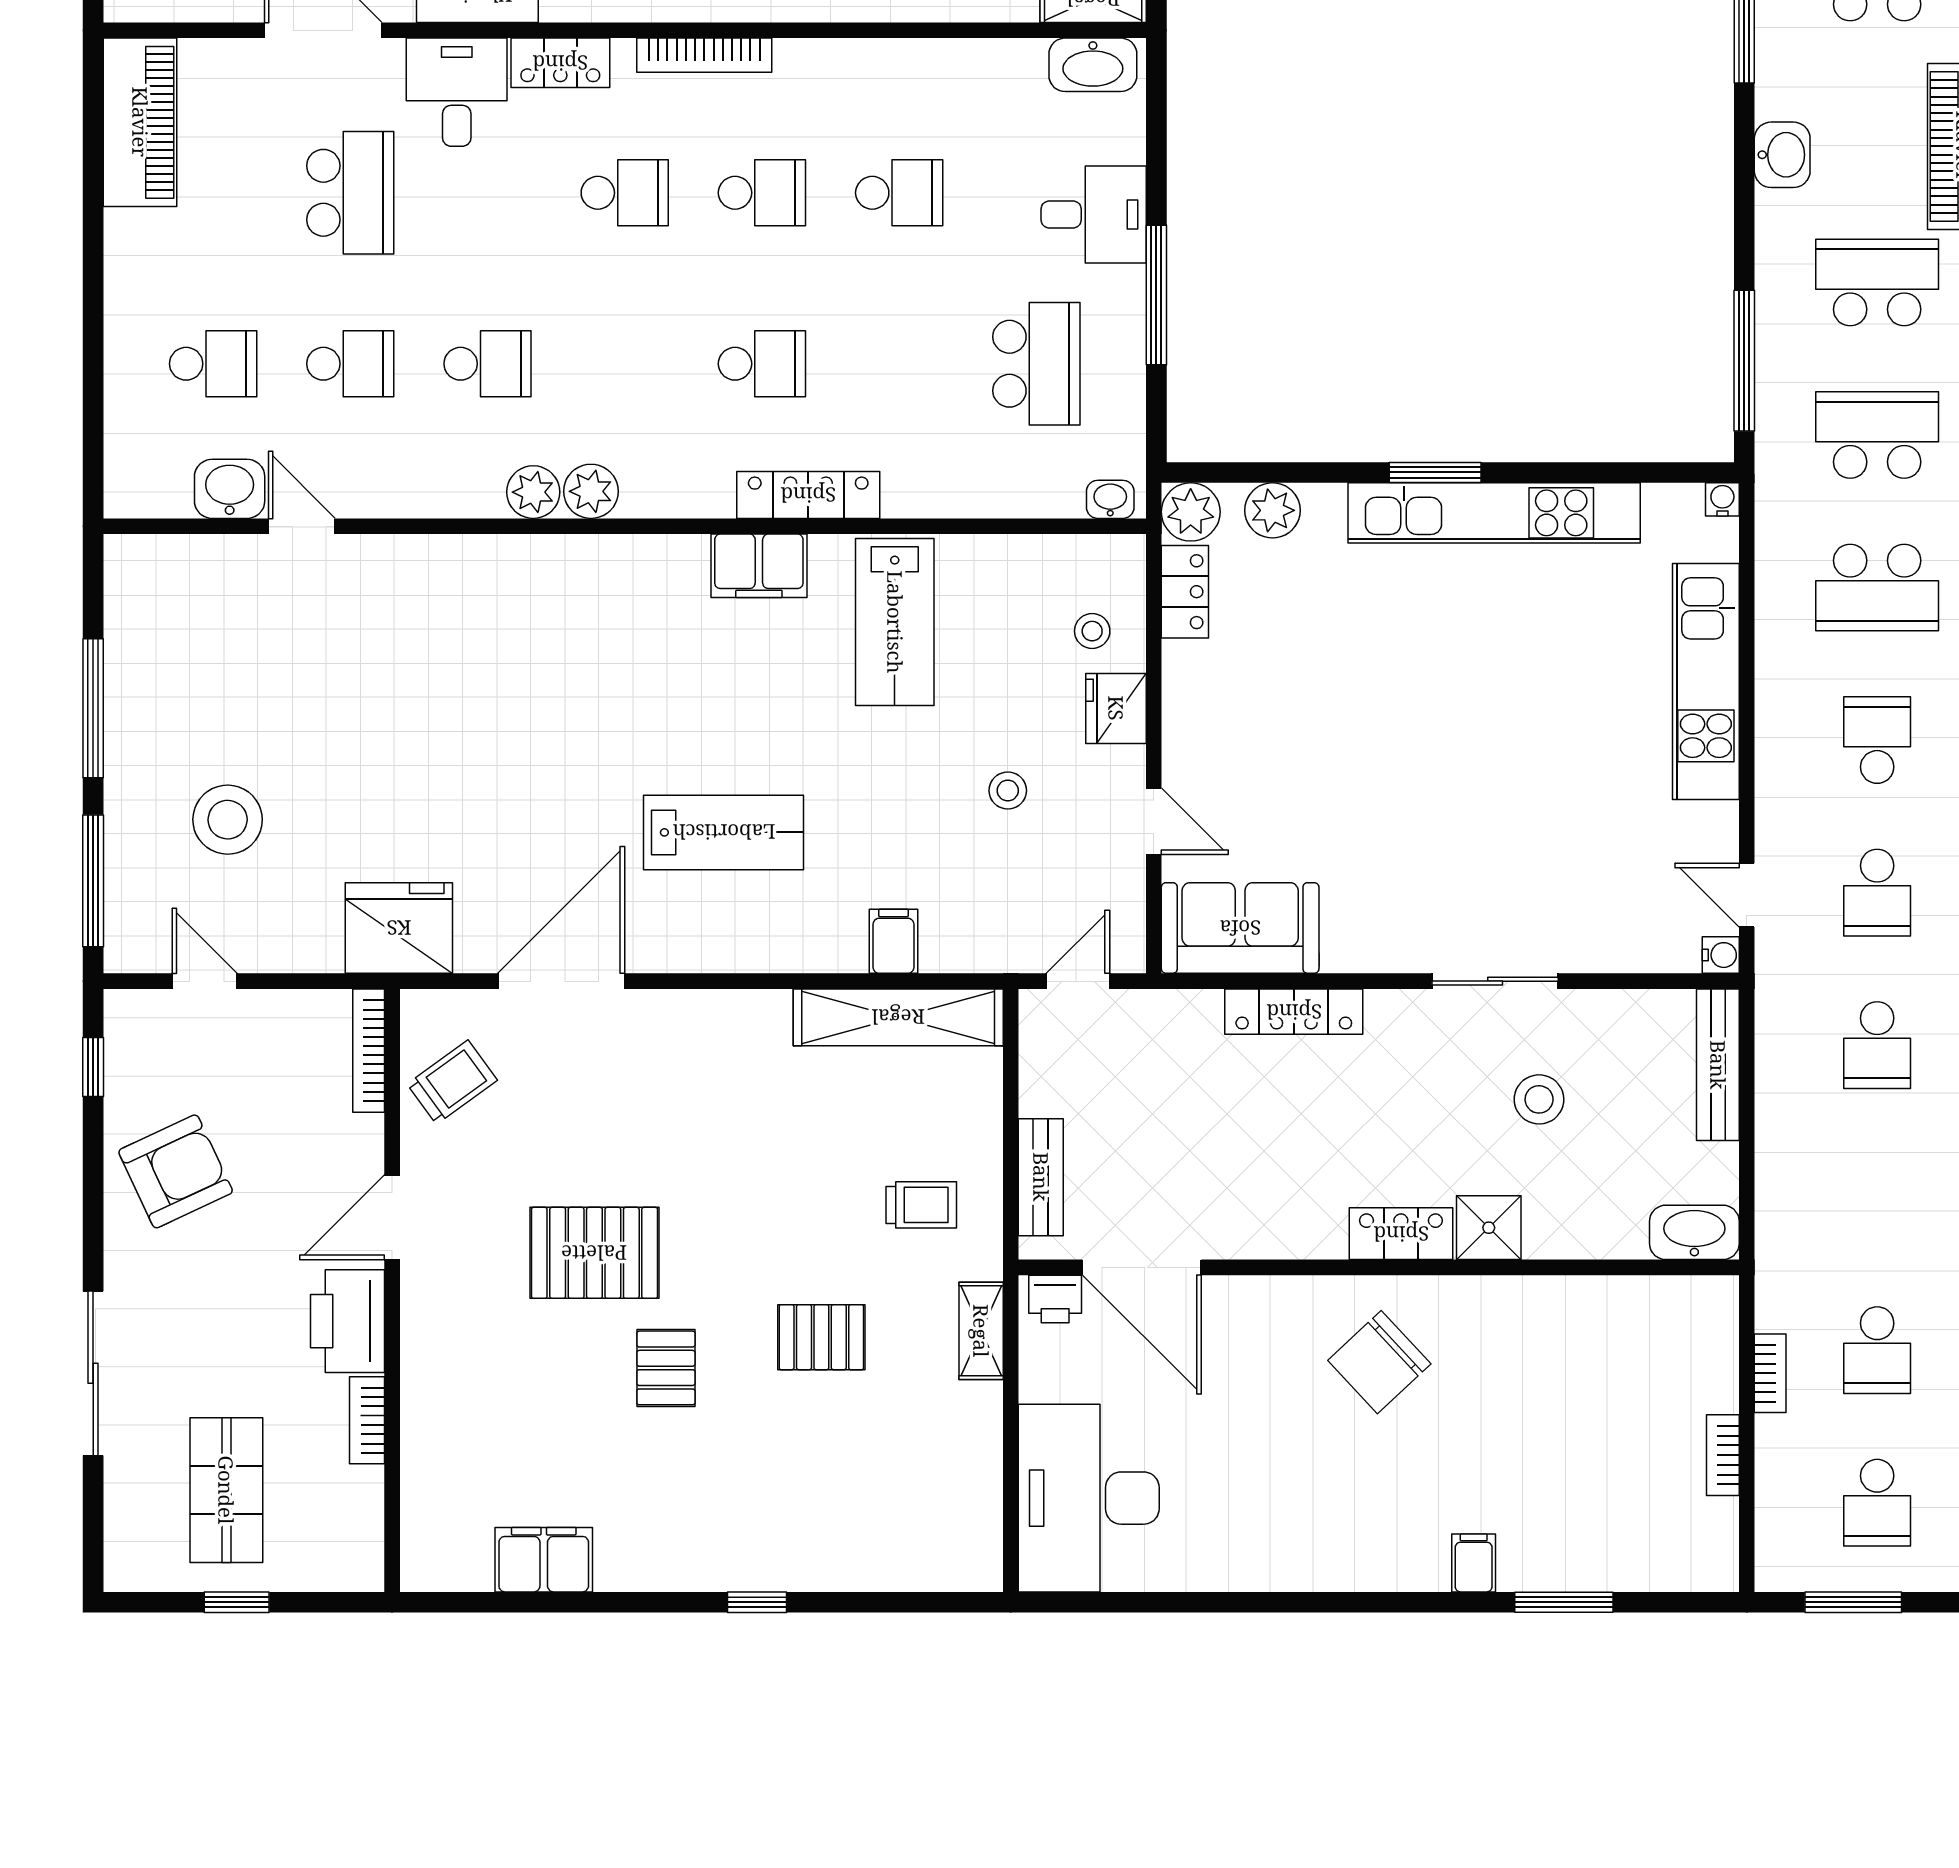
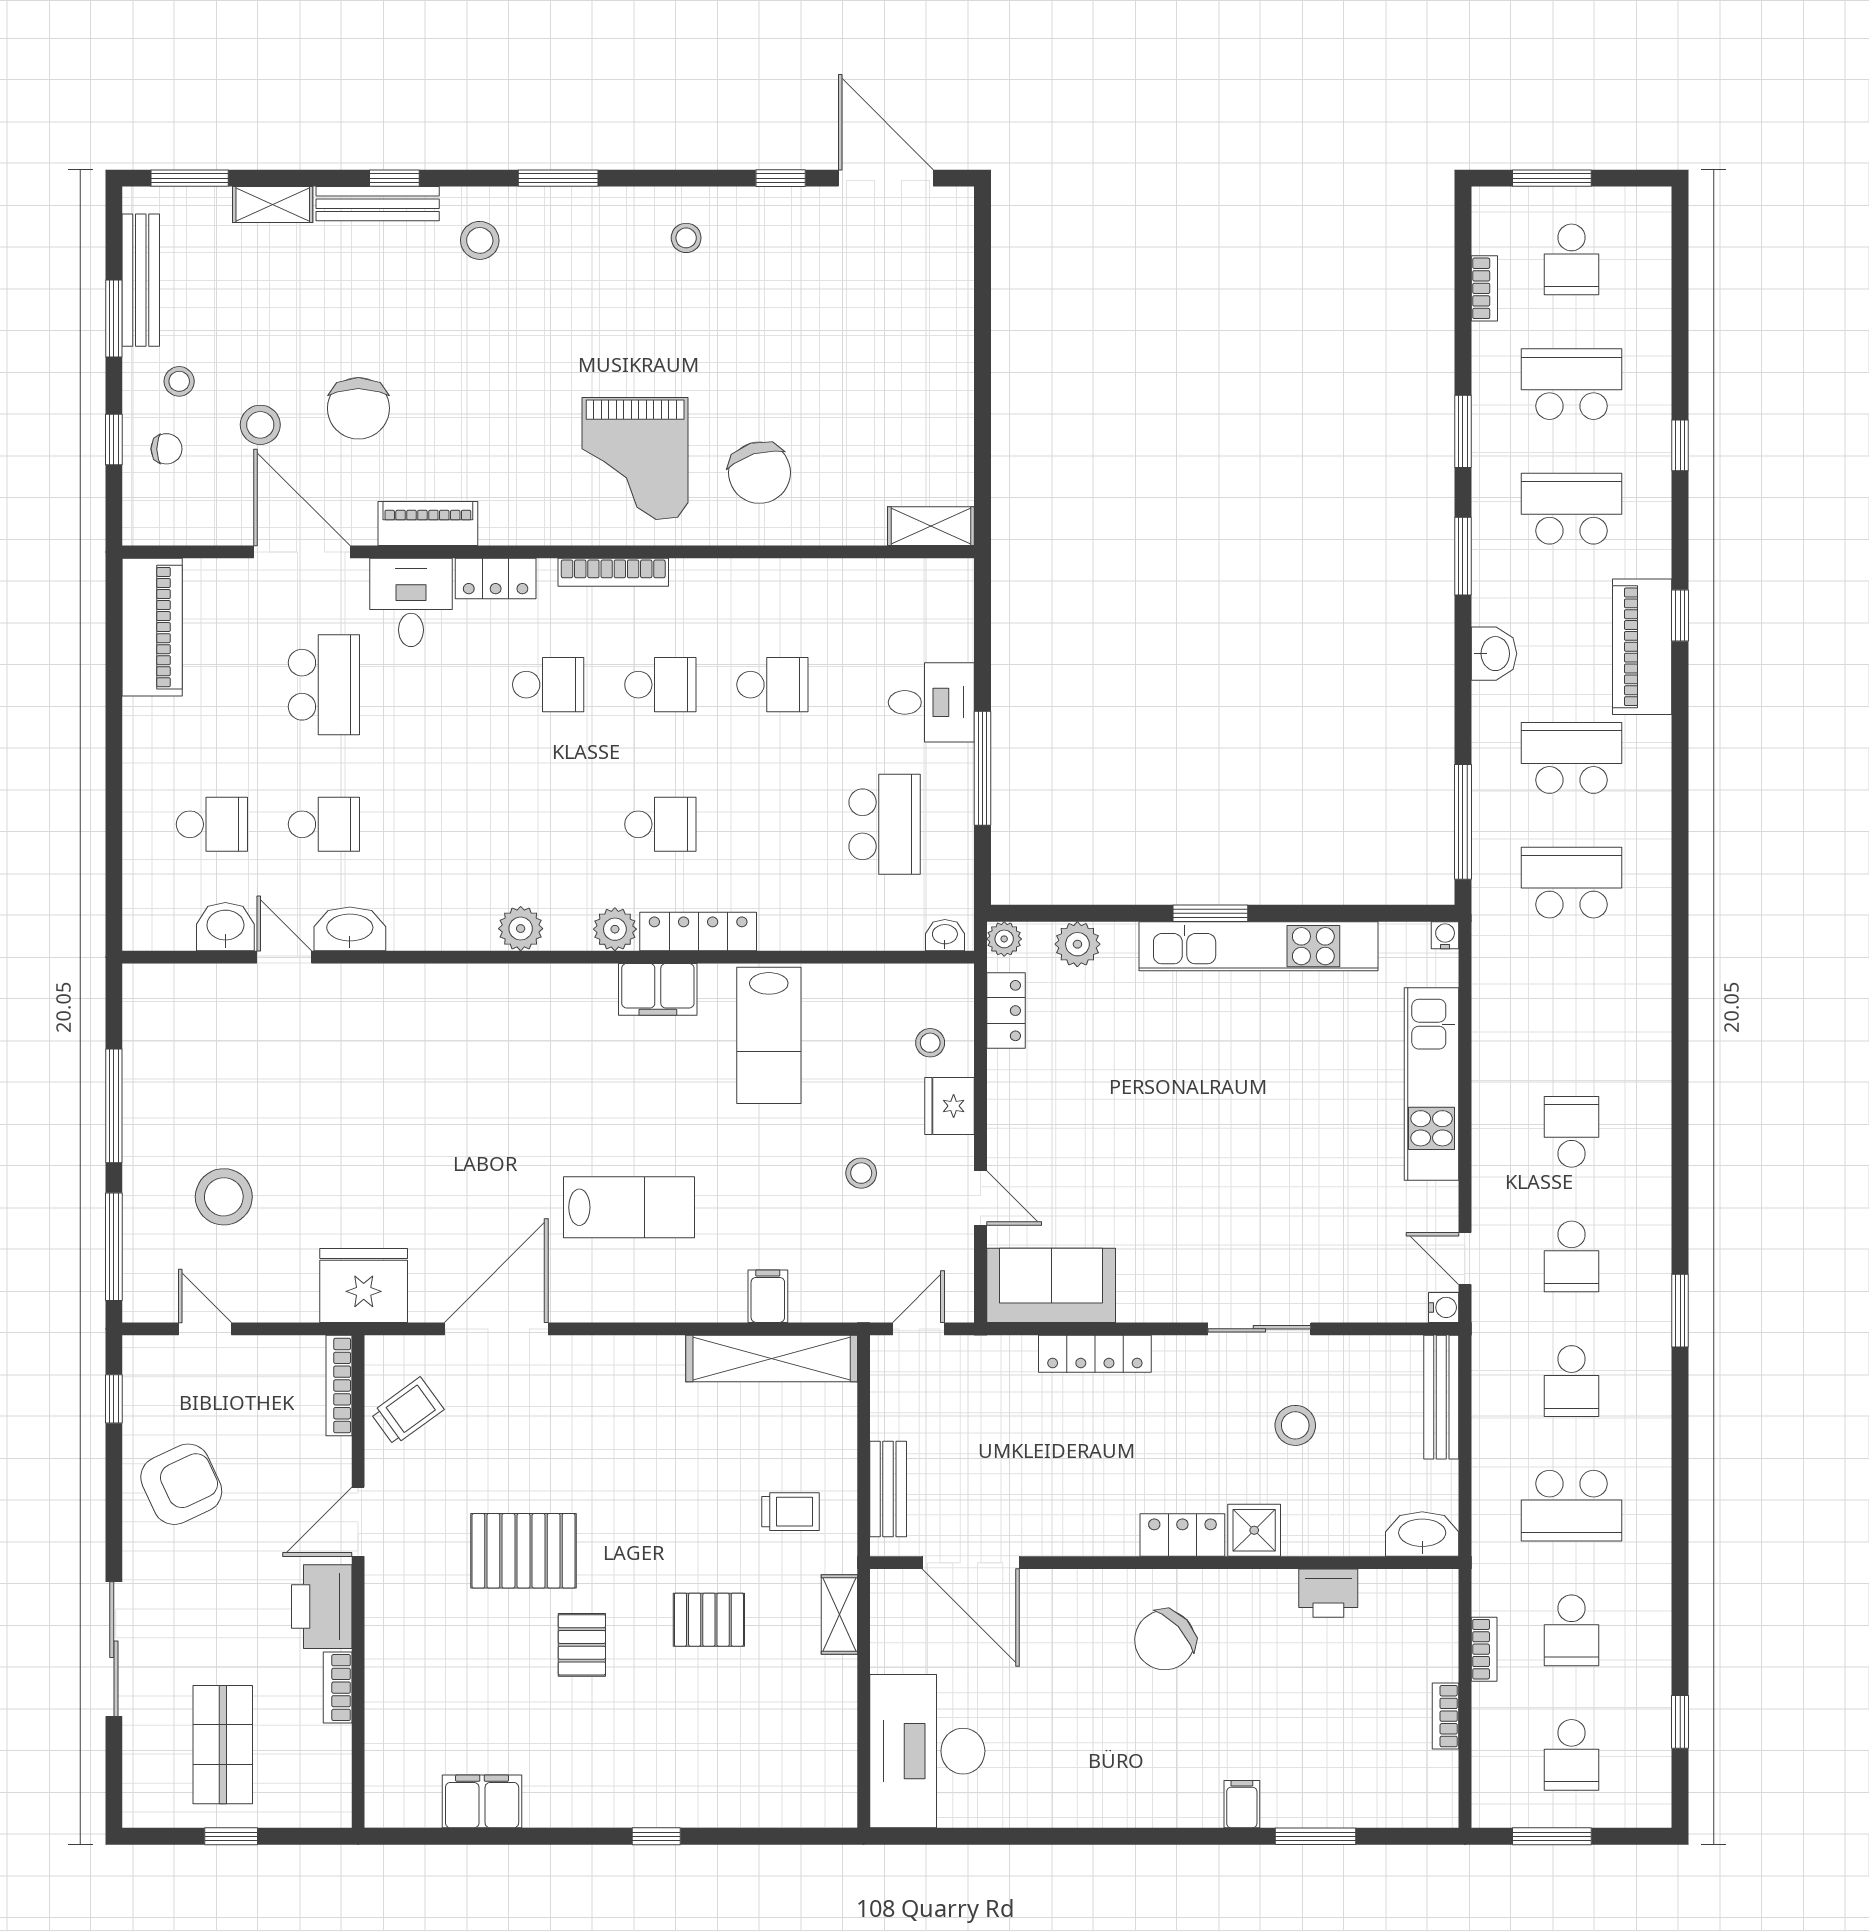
washbasin: (1093, 65) -> (350, 929), moved, turned 180
school desk: (488, 364) -> (436, 824), removed
plant: (533, 492) -> (615, 929), moved
plant: (1191, 512) -> (1004, 939), width x0.73, depth x0.73
school desk: (1877, 588) -> (1572, 1506), moved
printer: (1055, 1299) -> (1328, 1593), moved, width x1.36, depth x1.24

